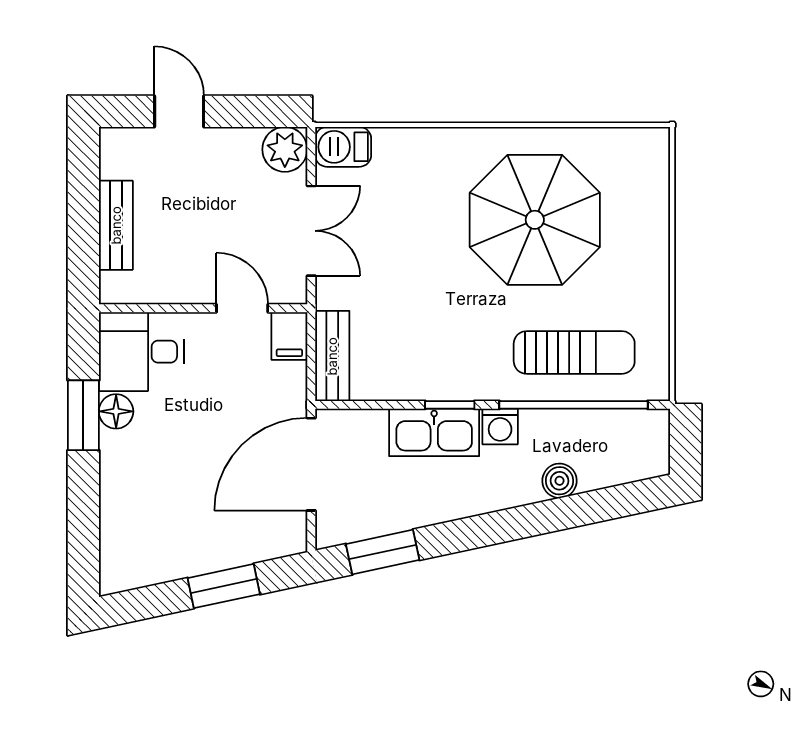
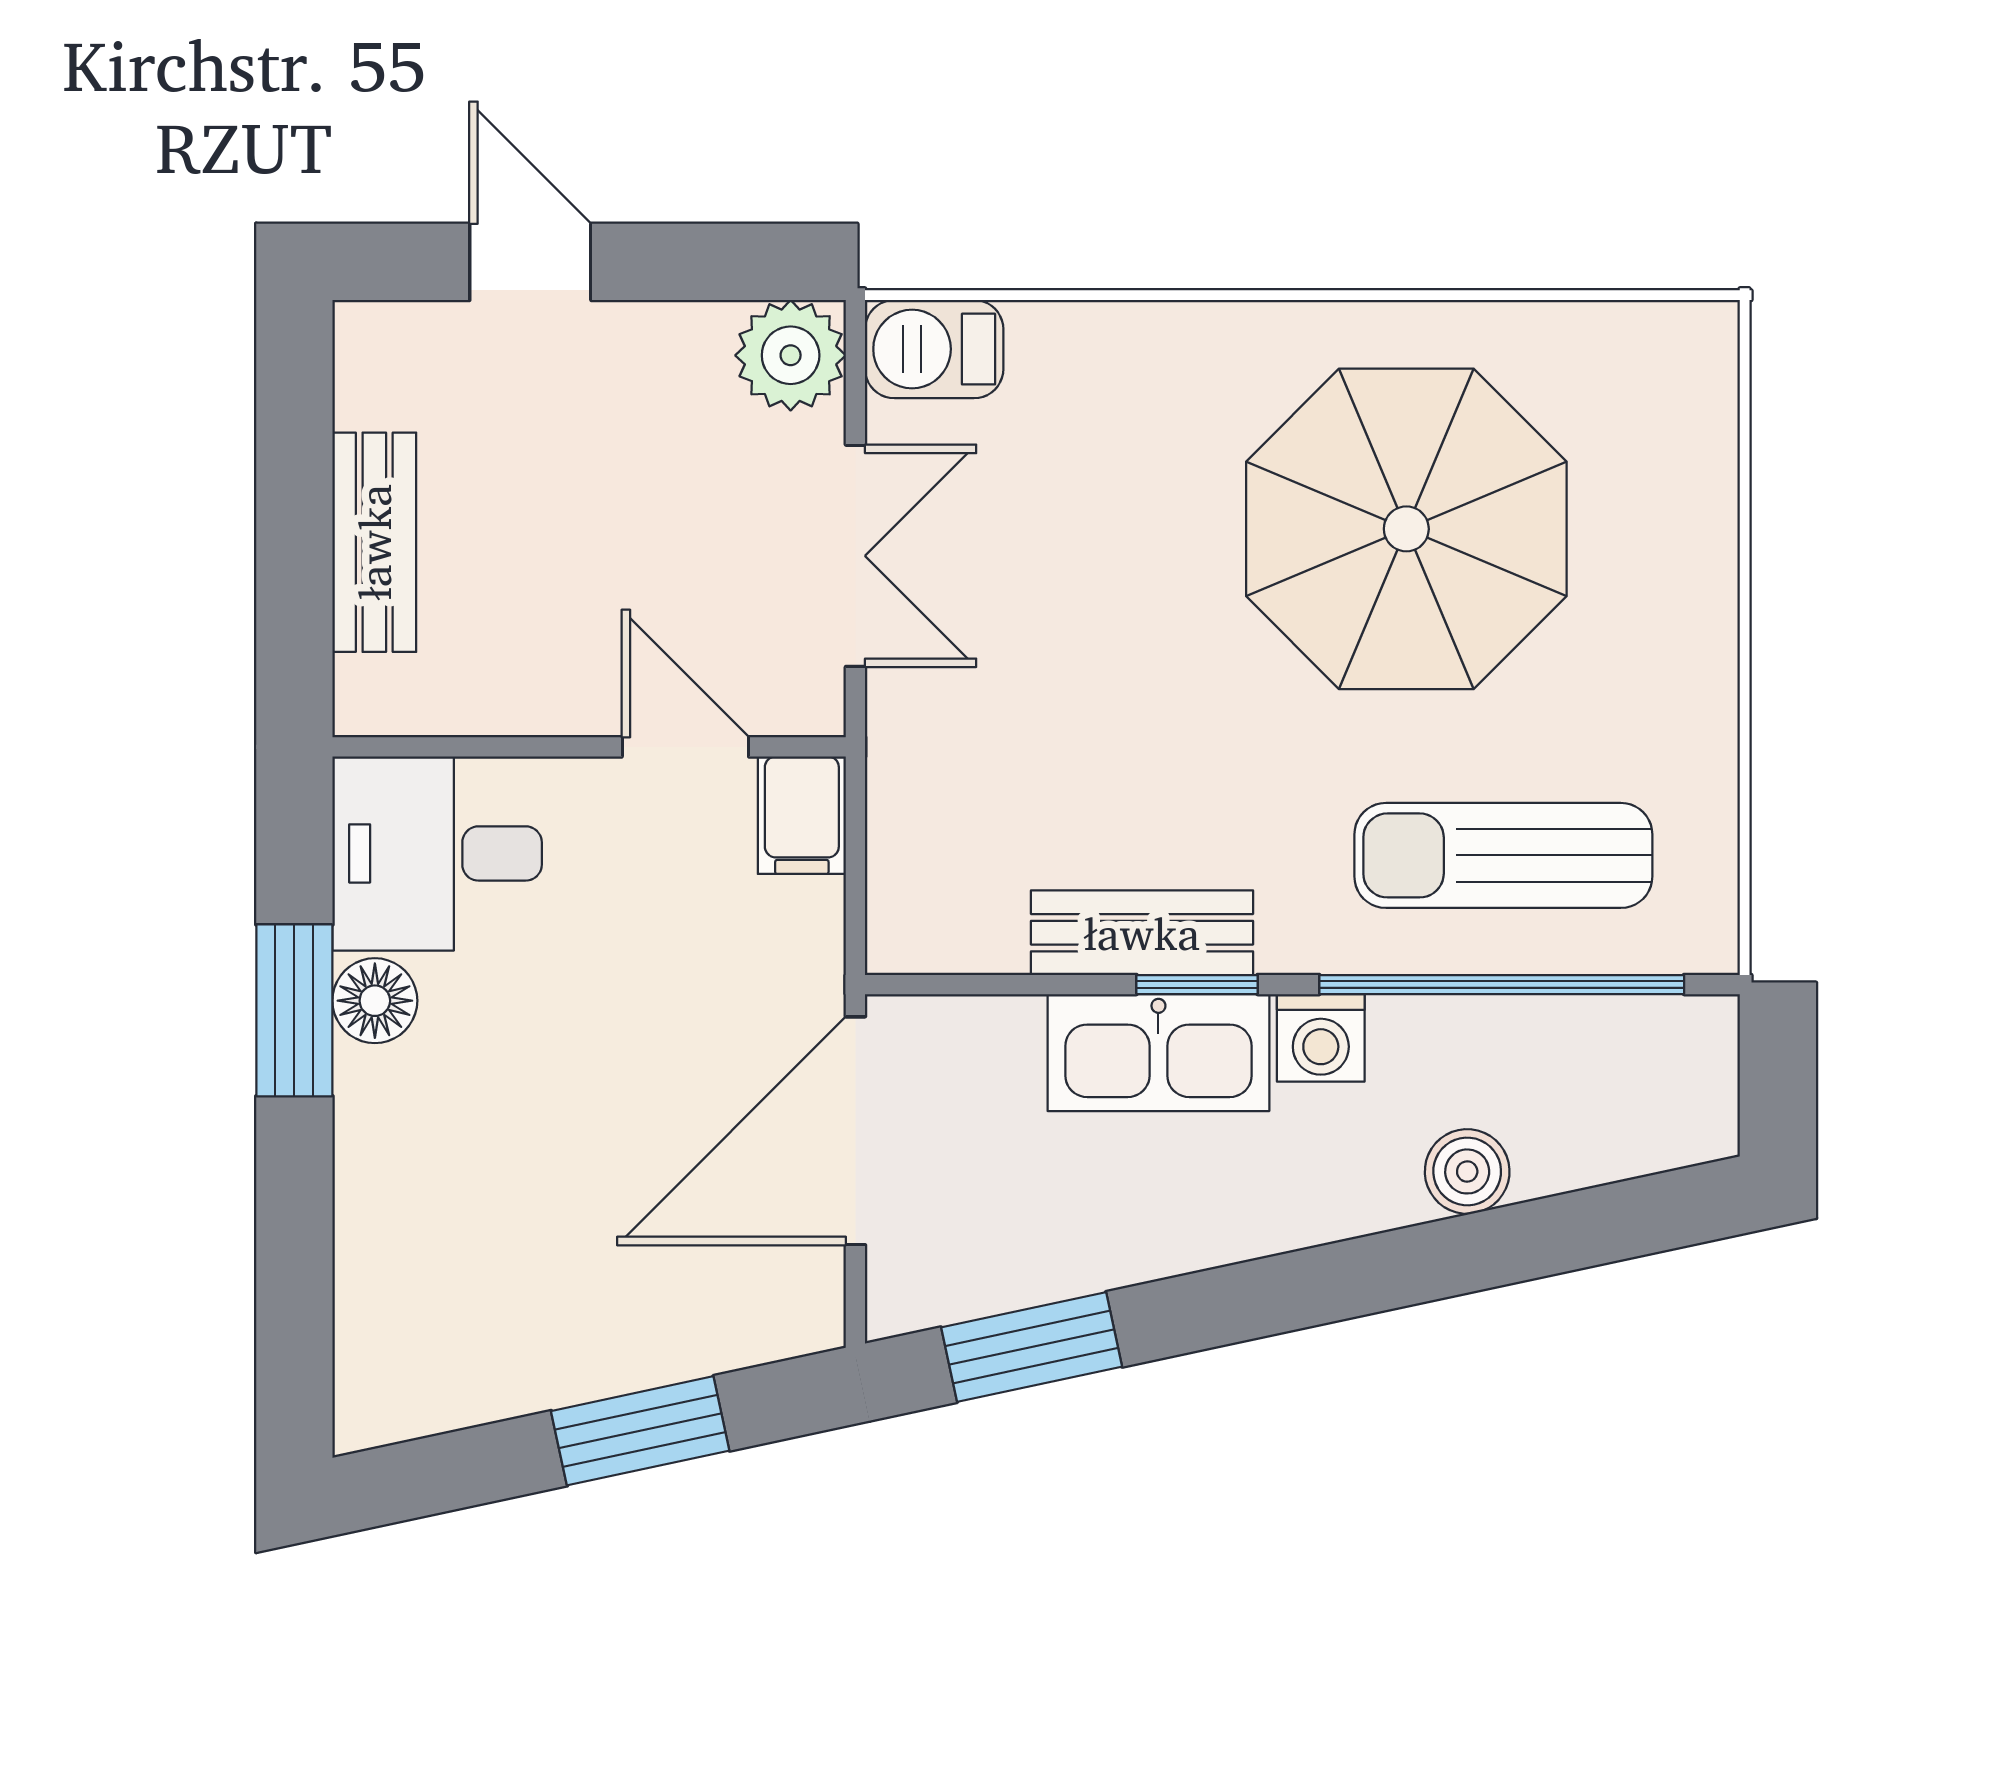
sun lounger: (574, 352) -> (1503, 855), turned 180
bench: (332, 356) -> (1142, 933), moved, turned 90

